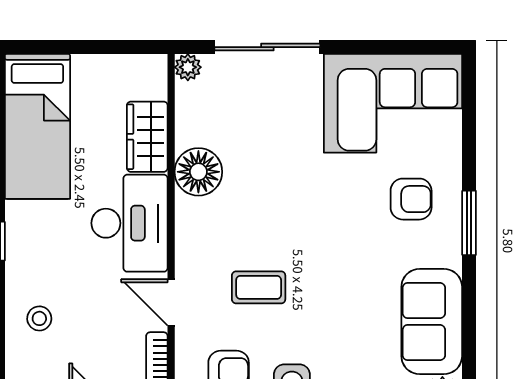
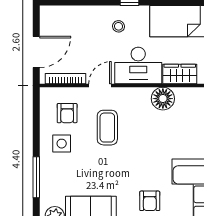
coffee table: (259, 287) -> (107, 128), width x1.36, depth x1.30
stool: (39, 318) -> (119, 26), moved

